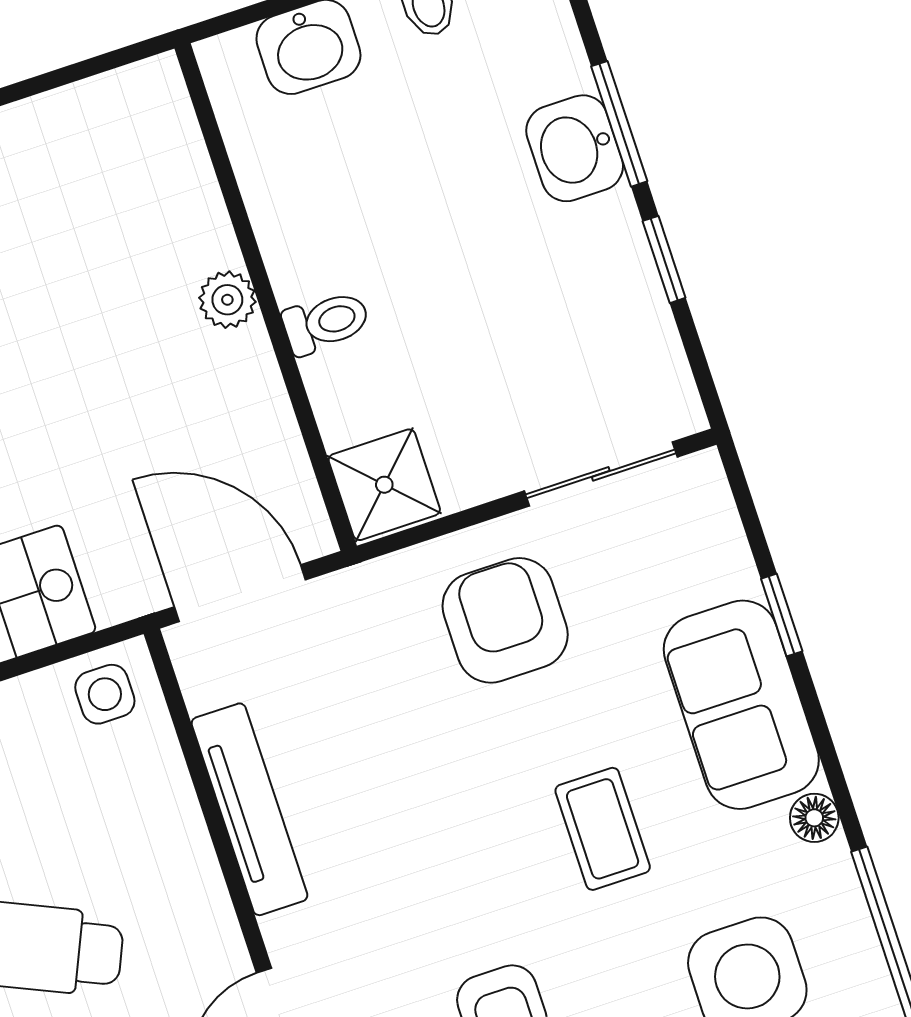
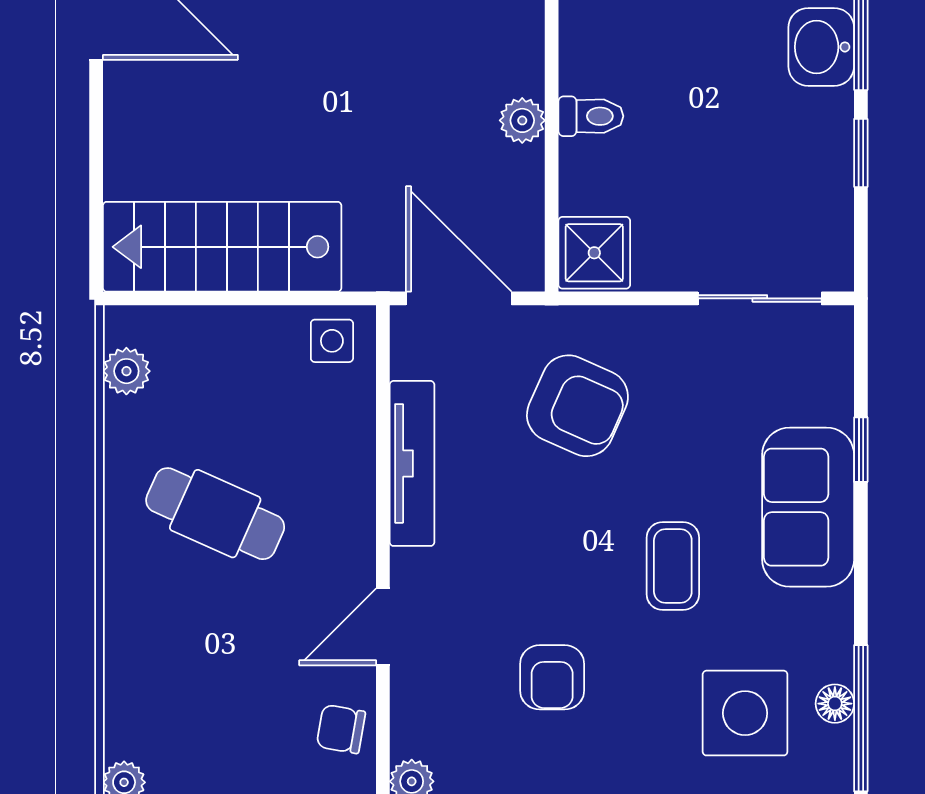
plant: (227, 300) -> (522, 120), moved
armchair: (505, 620) -> (577, 406), moved, turned 114
floor lamp: (814, 818) -> (835, 704), moved

